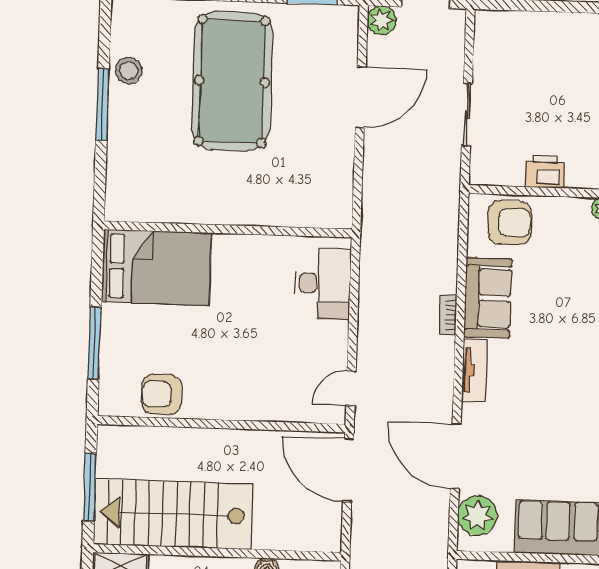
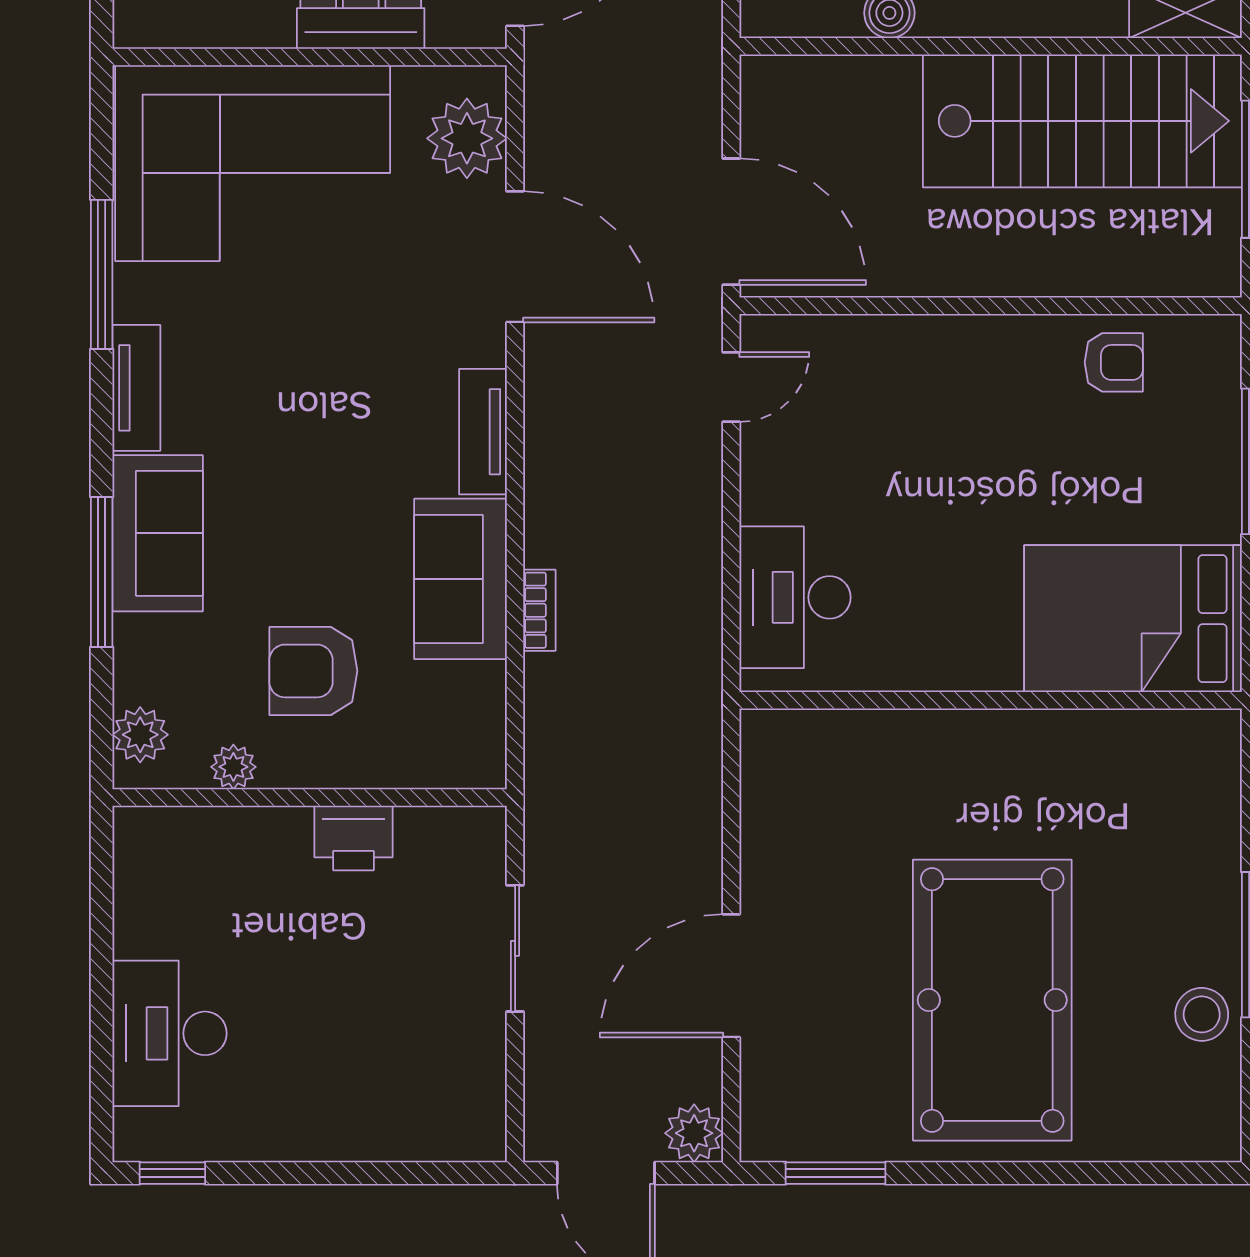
armchair: (509, 223) -> (313, 671), moved
bookcase: (448, 315) -> (539, 610), moved
armchair: (162, 394) -> (1114, 362), width x0.72, depth x0.72

